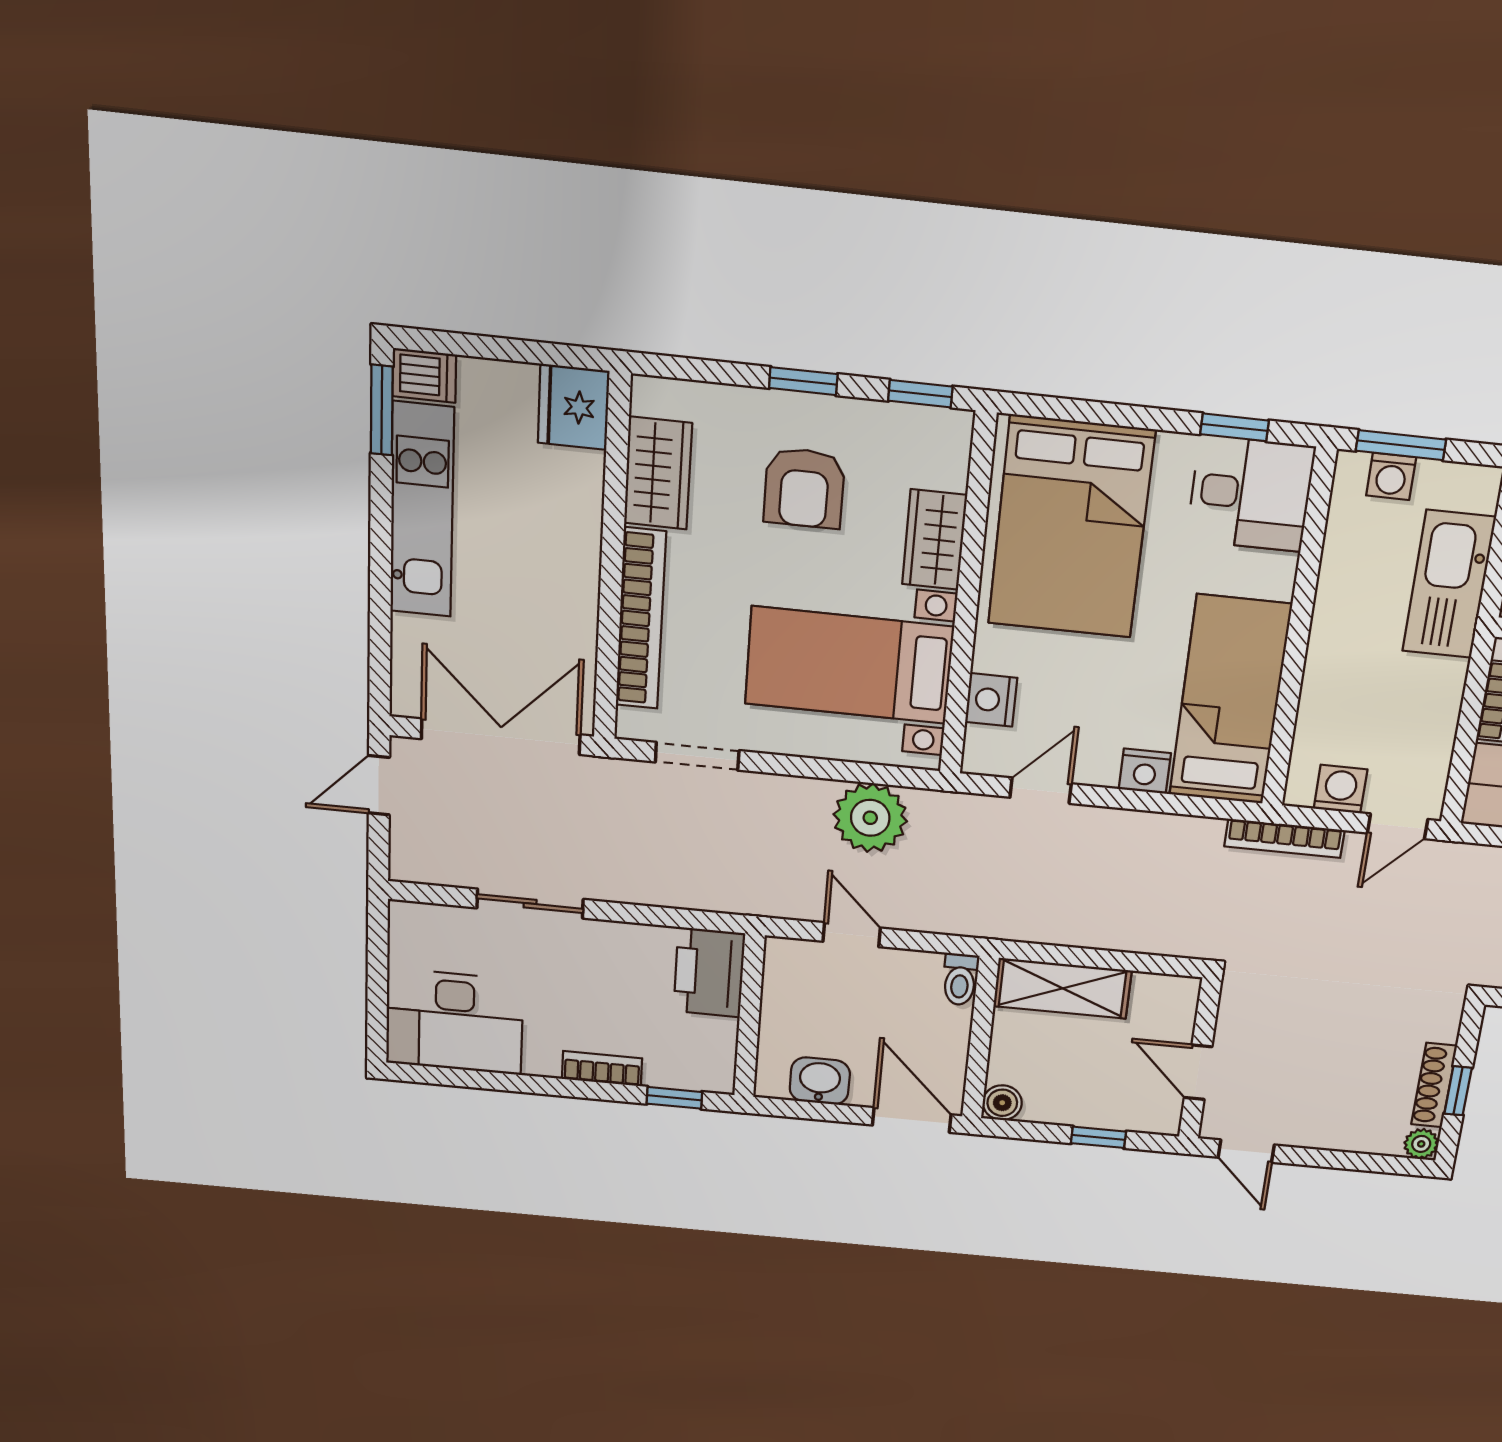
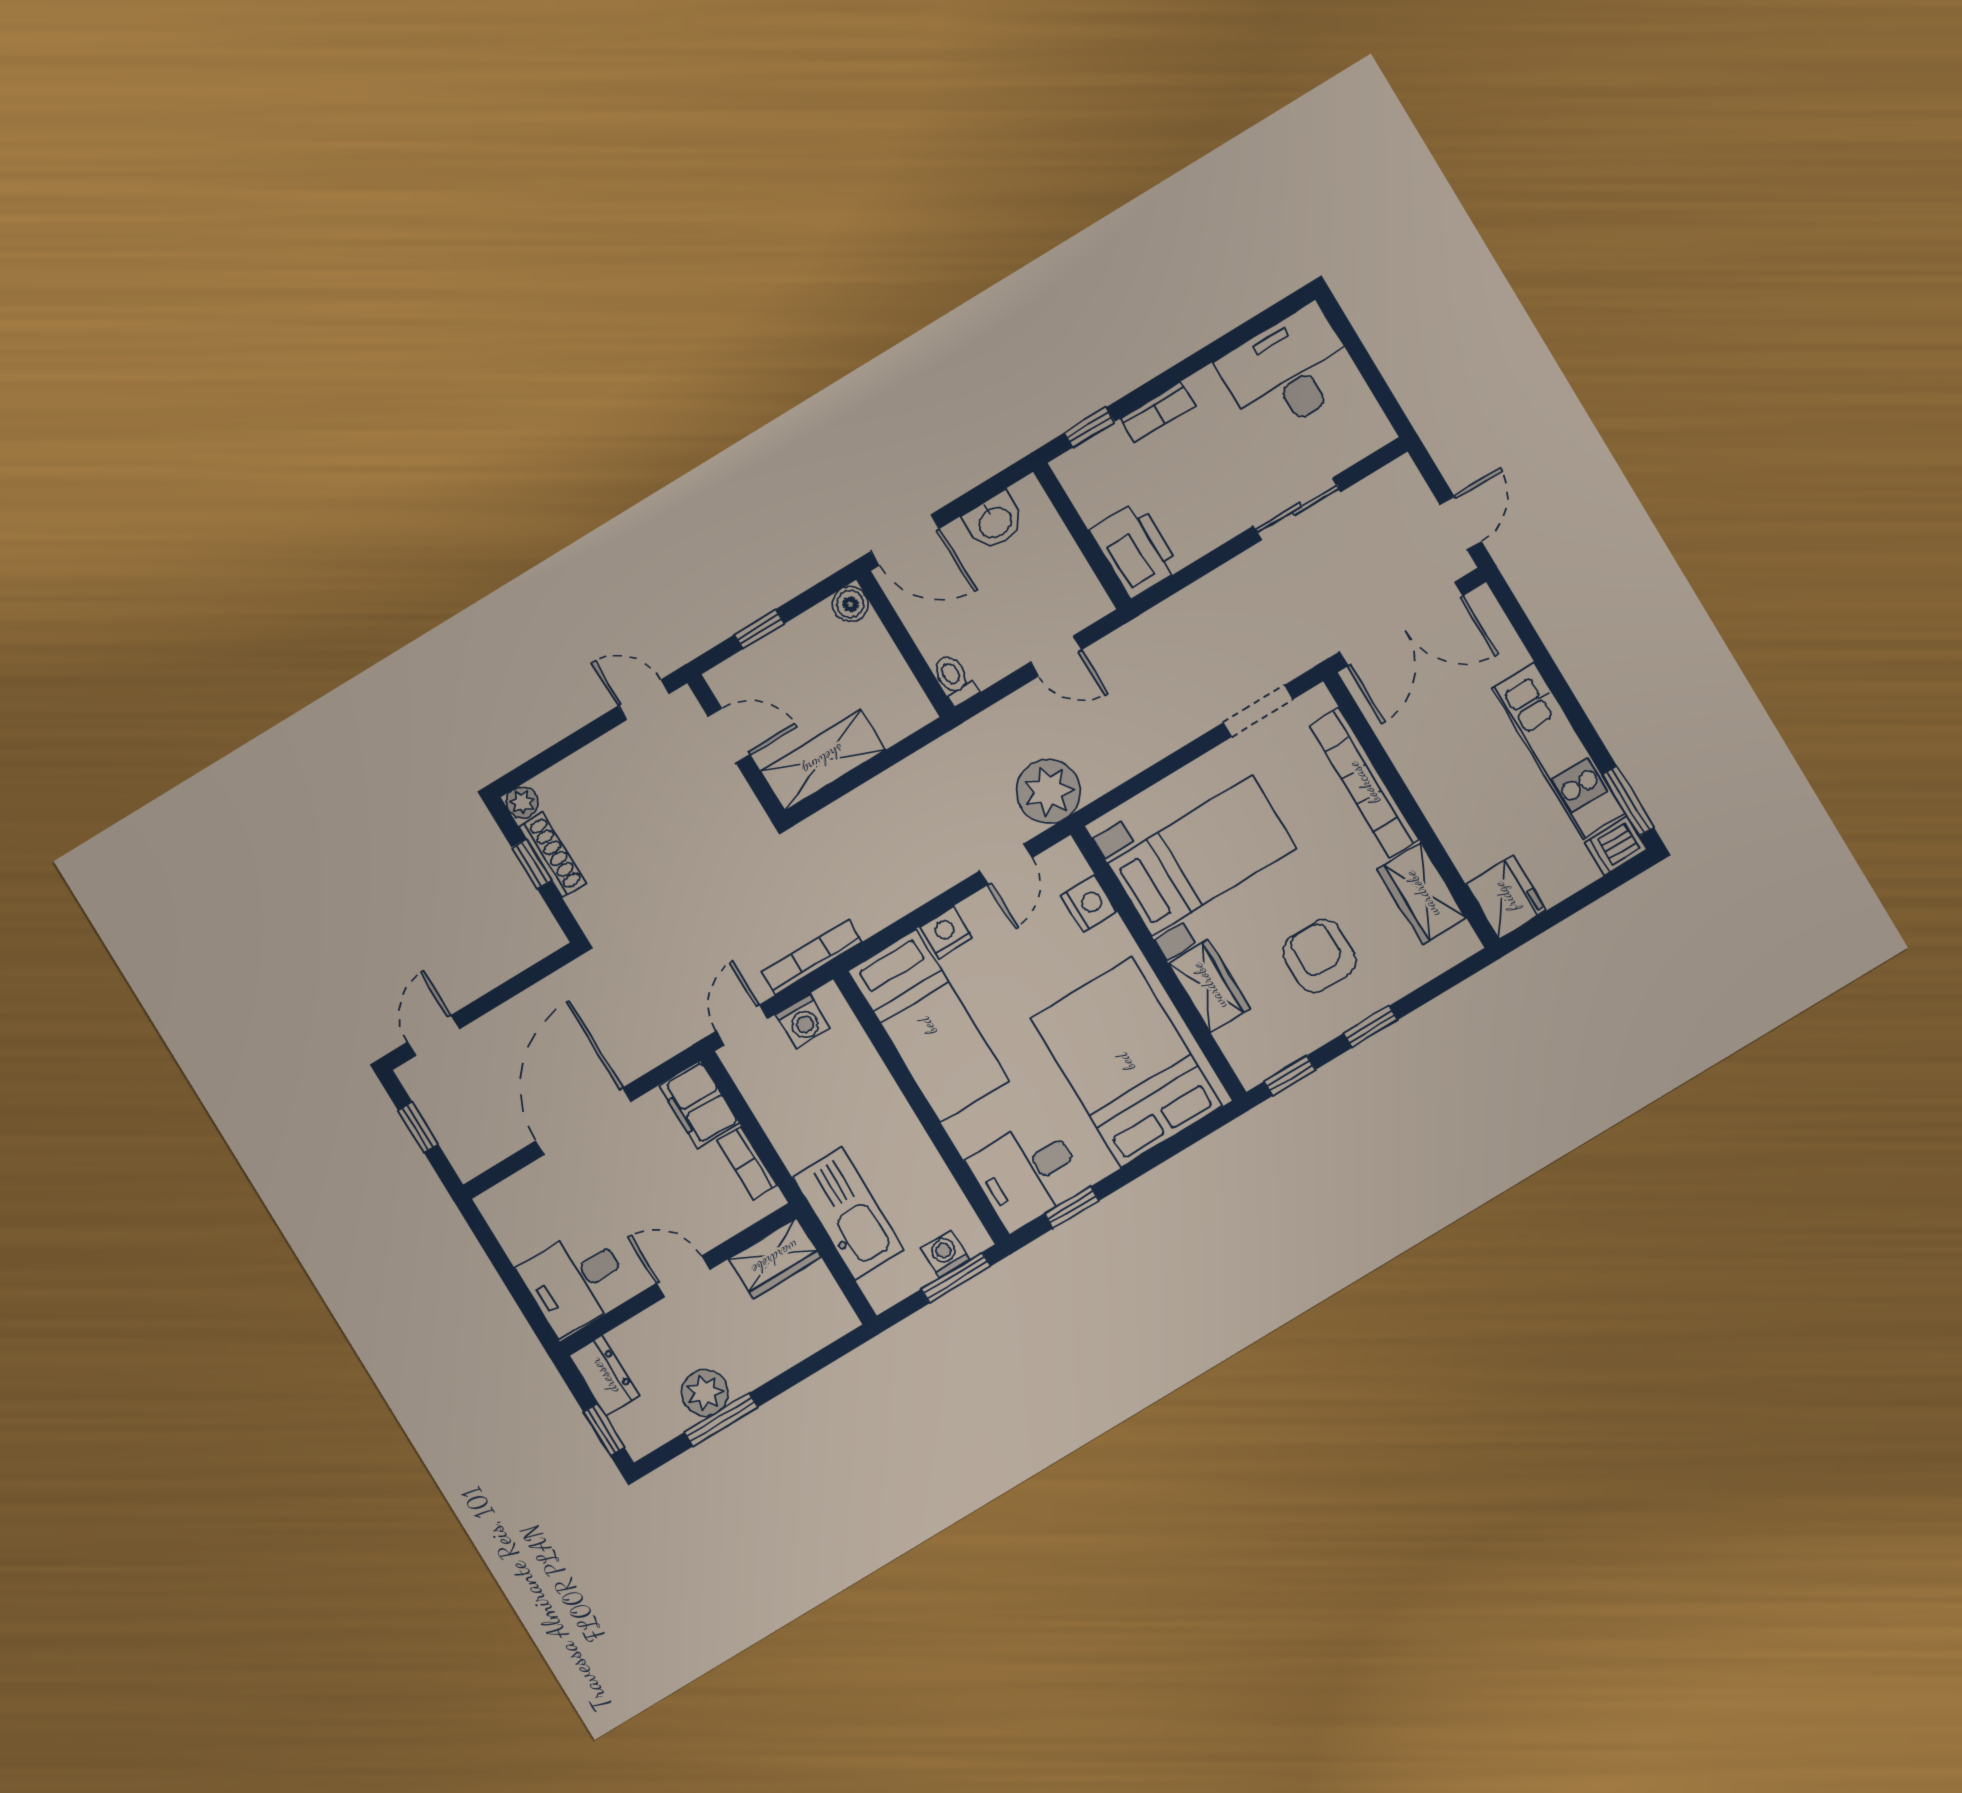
plant: (870, 818) -> (1048, 791), moved
shelving: (1063, 988) -> (823, 760), moved

